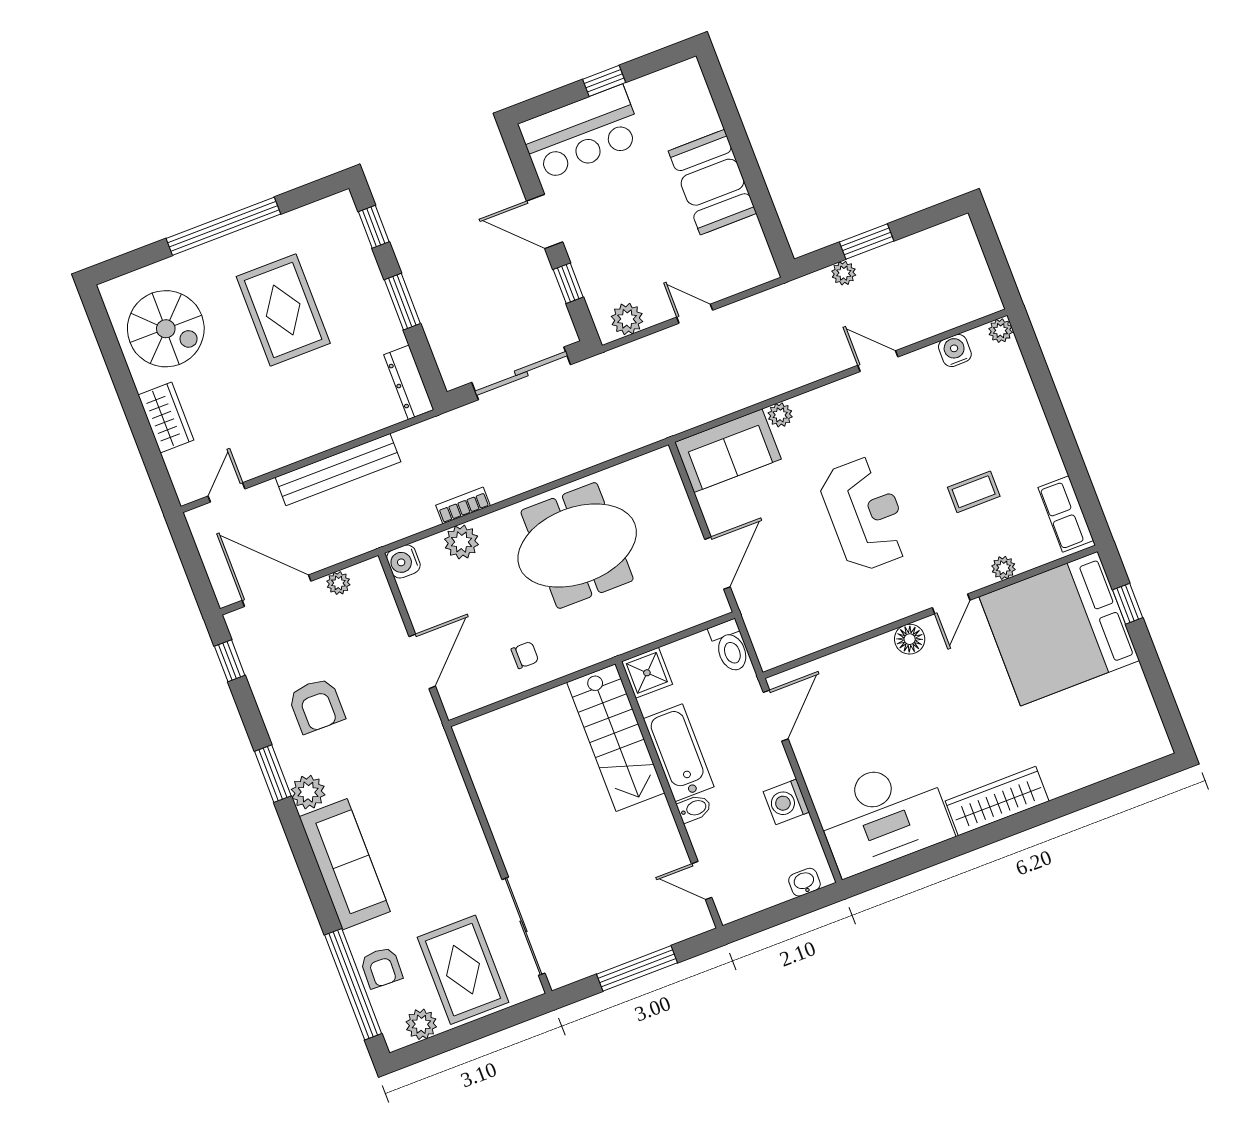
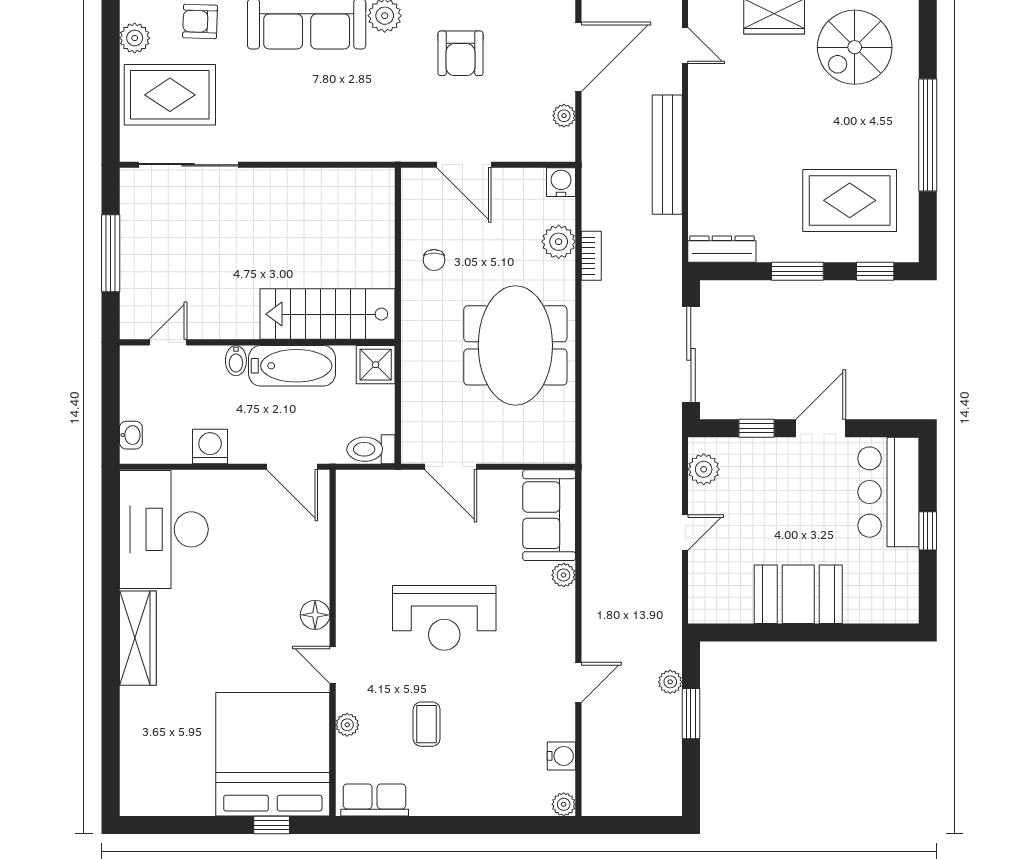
rug: (283, 310) -> (850, 200), moved
armchair: (316, 705) -> (460, 53), turned -90

